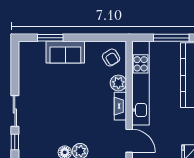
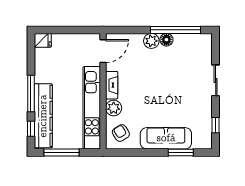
sofa: (65, 52) -> (166, 138), width x1.36
door: (129, 141) -> (103, 51), swing flipped
window: (15, 142) -> (216, 125), moved

